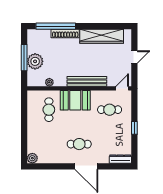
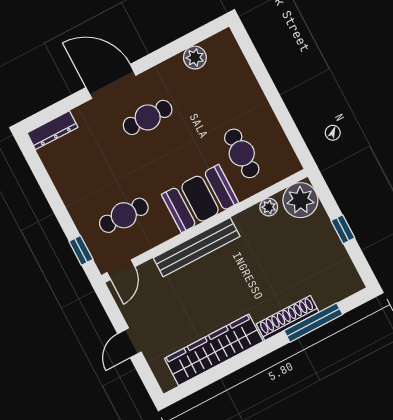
window: (56, 26) -> (313, 323), width x0.68
window: (24, 58) -> (343, 229), width x0.46
plant: (35, 61) -> (300, 200), moved
window: (134, 128) -> (81, 250), moved
plant: (32, 158) -> (195, 58), moved

